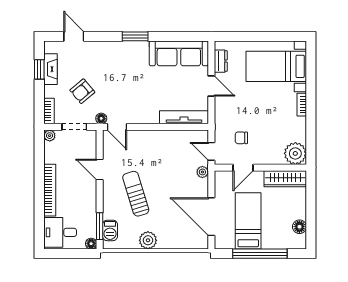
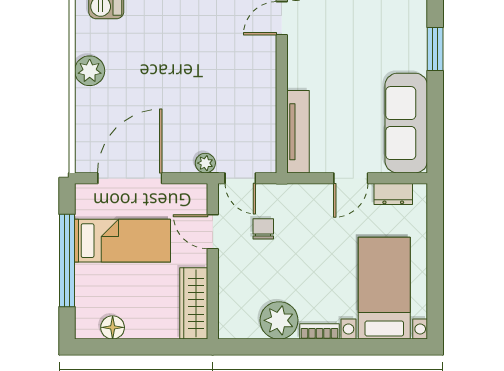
door: (211, 151) -> (240, 178), swing flipped
plant: (295, 153) -> (279, 320), moved
sun lounger: (136, 194) -> (169, 50), removed

